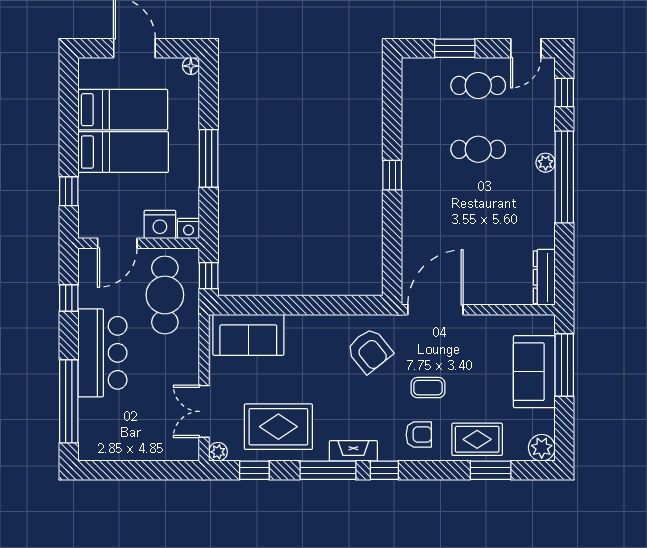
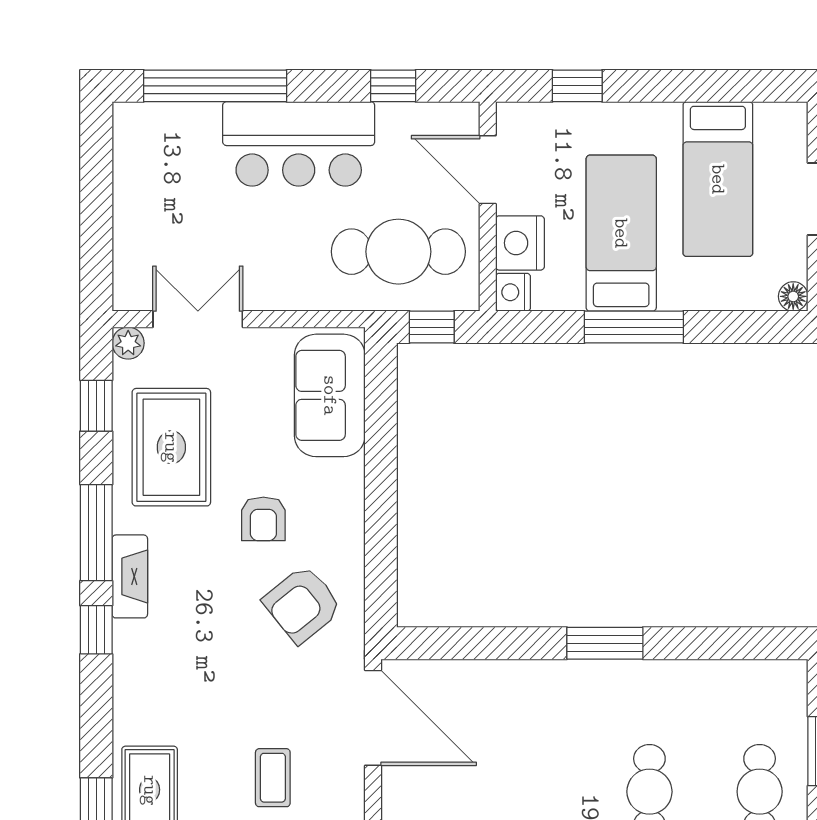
bed: (123, 152) -> (621, 233), moved, turned 180
window: (392, 175) -> (605, 643), width x1.50
coffee table: (428, 388) -> (273, 778), moved
armchair: (419, 435) -> (263, 519), moved

